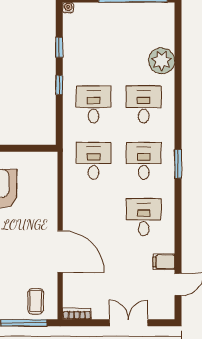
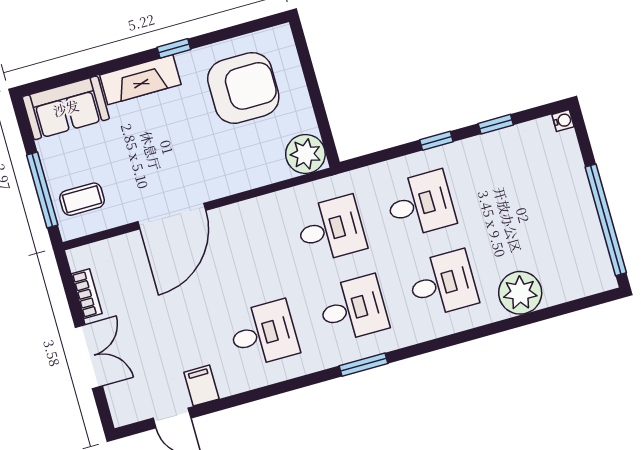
plant: (46, 163) -> (305, 154), added
bookcase: (77, 314) -> (87, 294), moved

